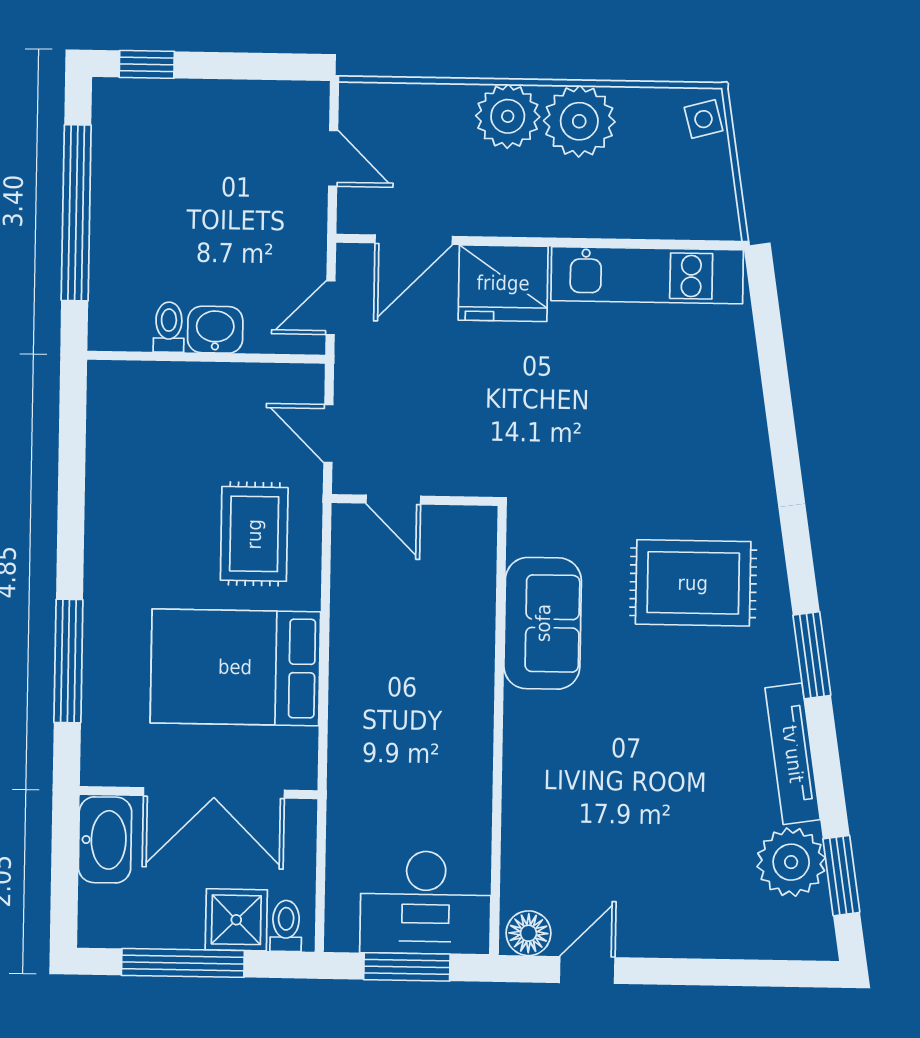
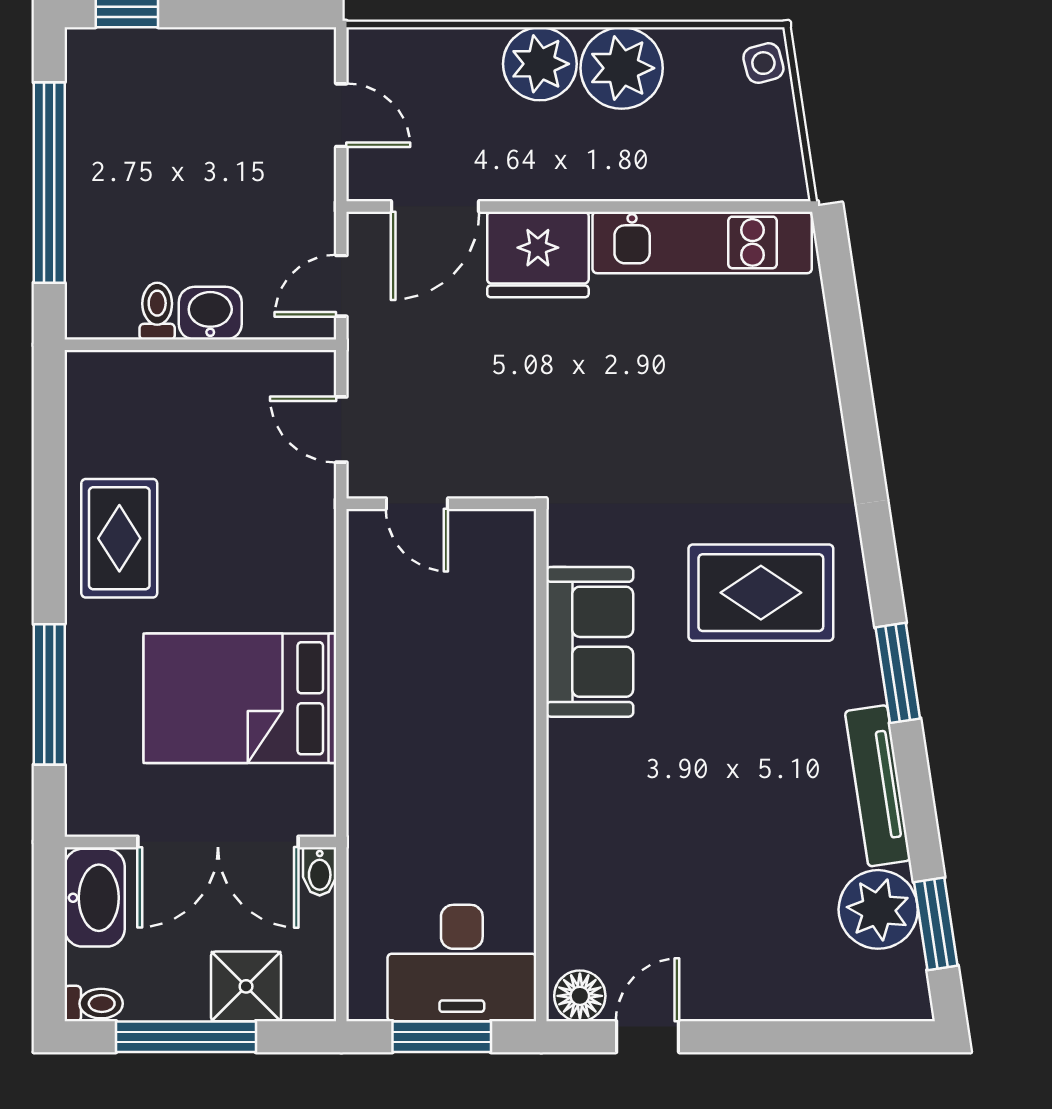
rug: (254, 534) -> (119, 538), moved
bidet: (303, 820) -> (320, 871), added
toilet: (286, 926) -> (94, 1004), moved, turned 90

